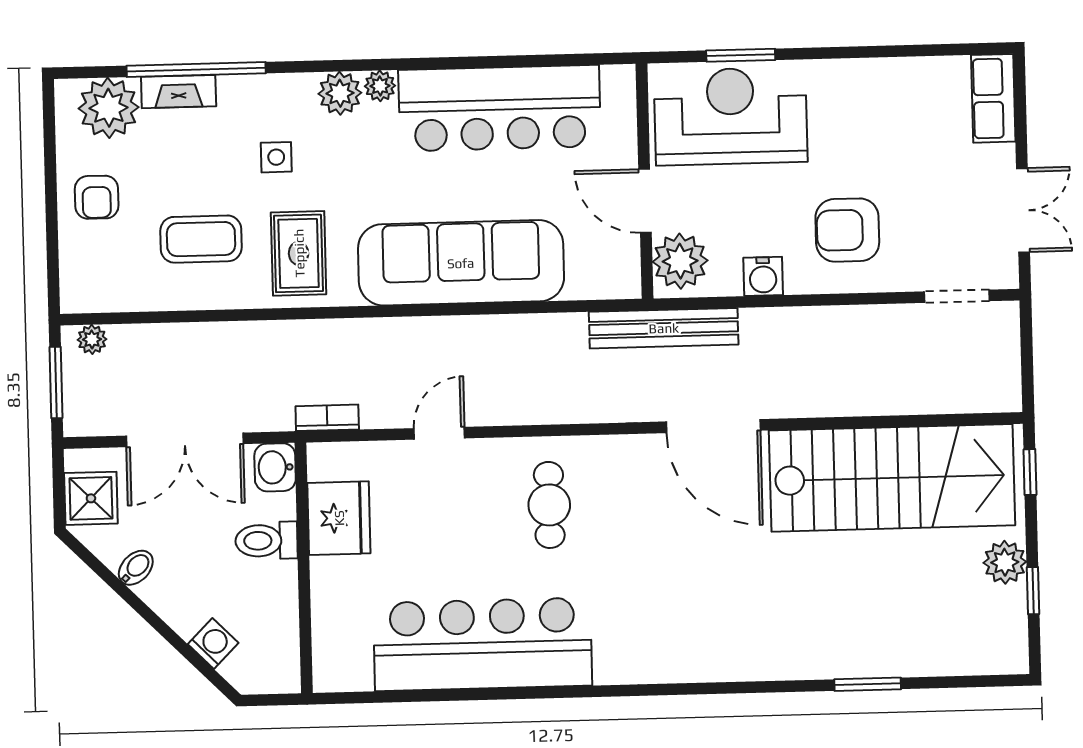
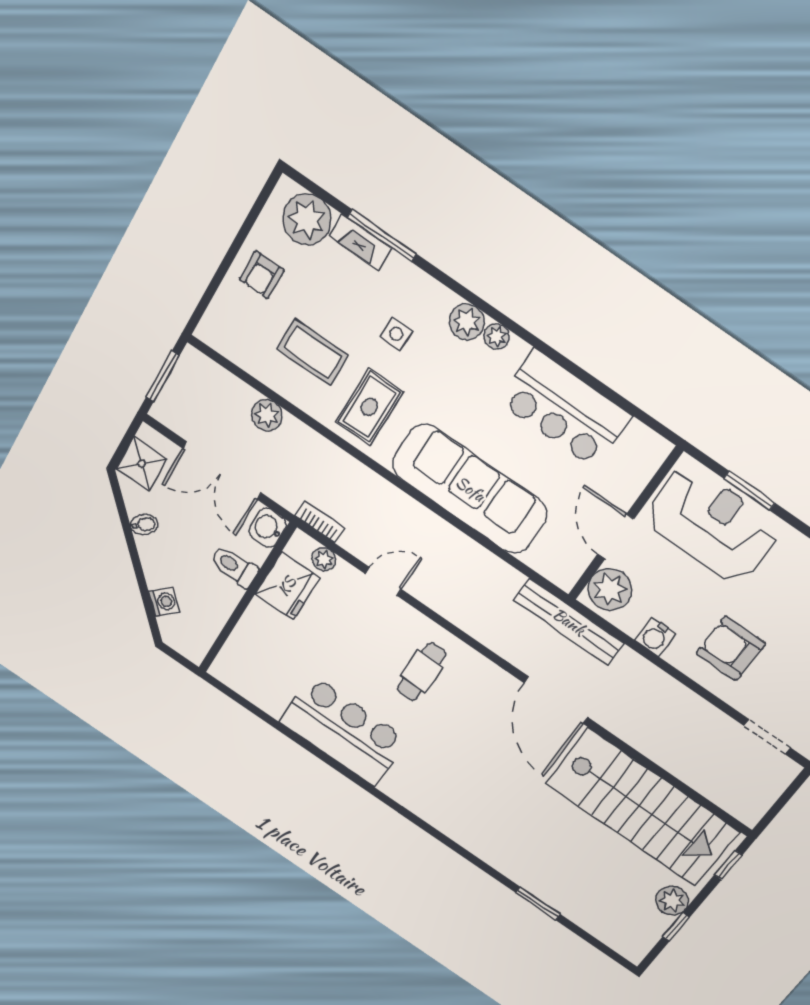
window: (196, 69) -> (382, 236), width x0.68
bar counter: (500, 108) -> (565, 409), width x0.73
plant: (92, 339) -> (267, 415), moved, width x1.38, depth x1.38
plant: (359, 457) -> (324, 559), added
bar counter: (483, 644) -> (343, 731), width x0.73

